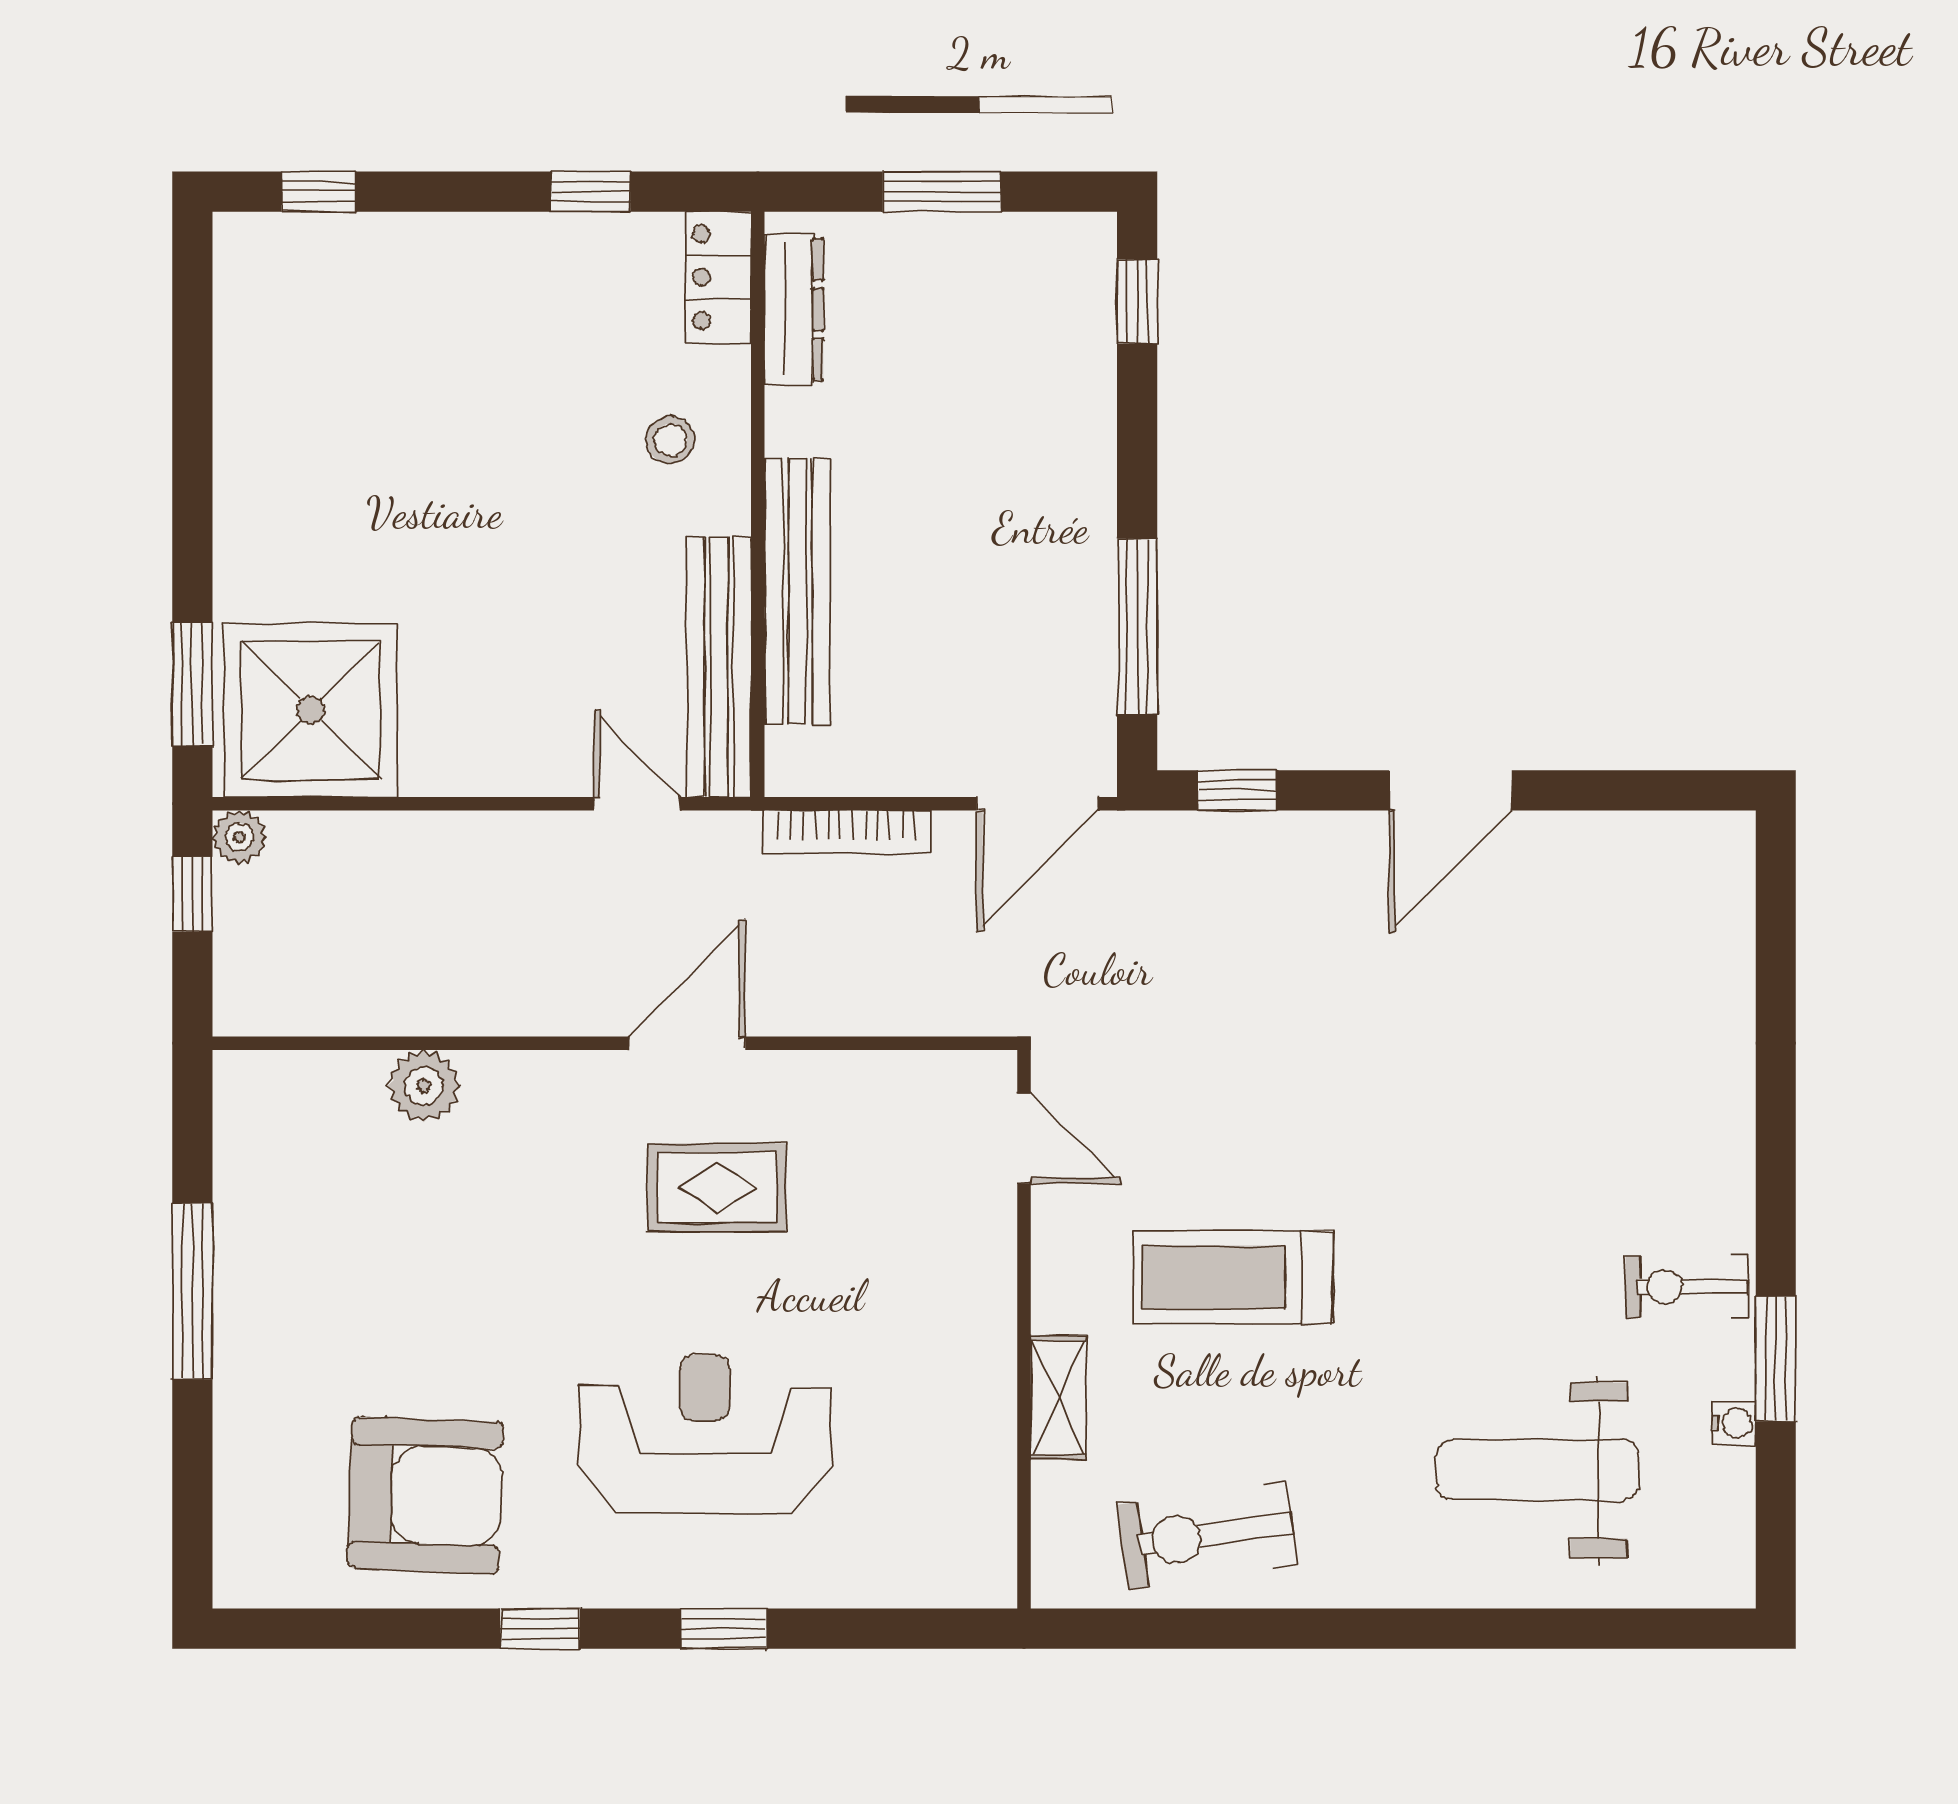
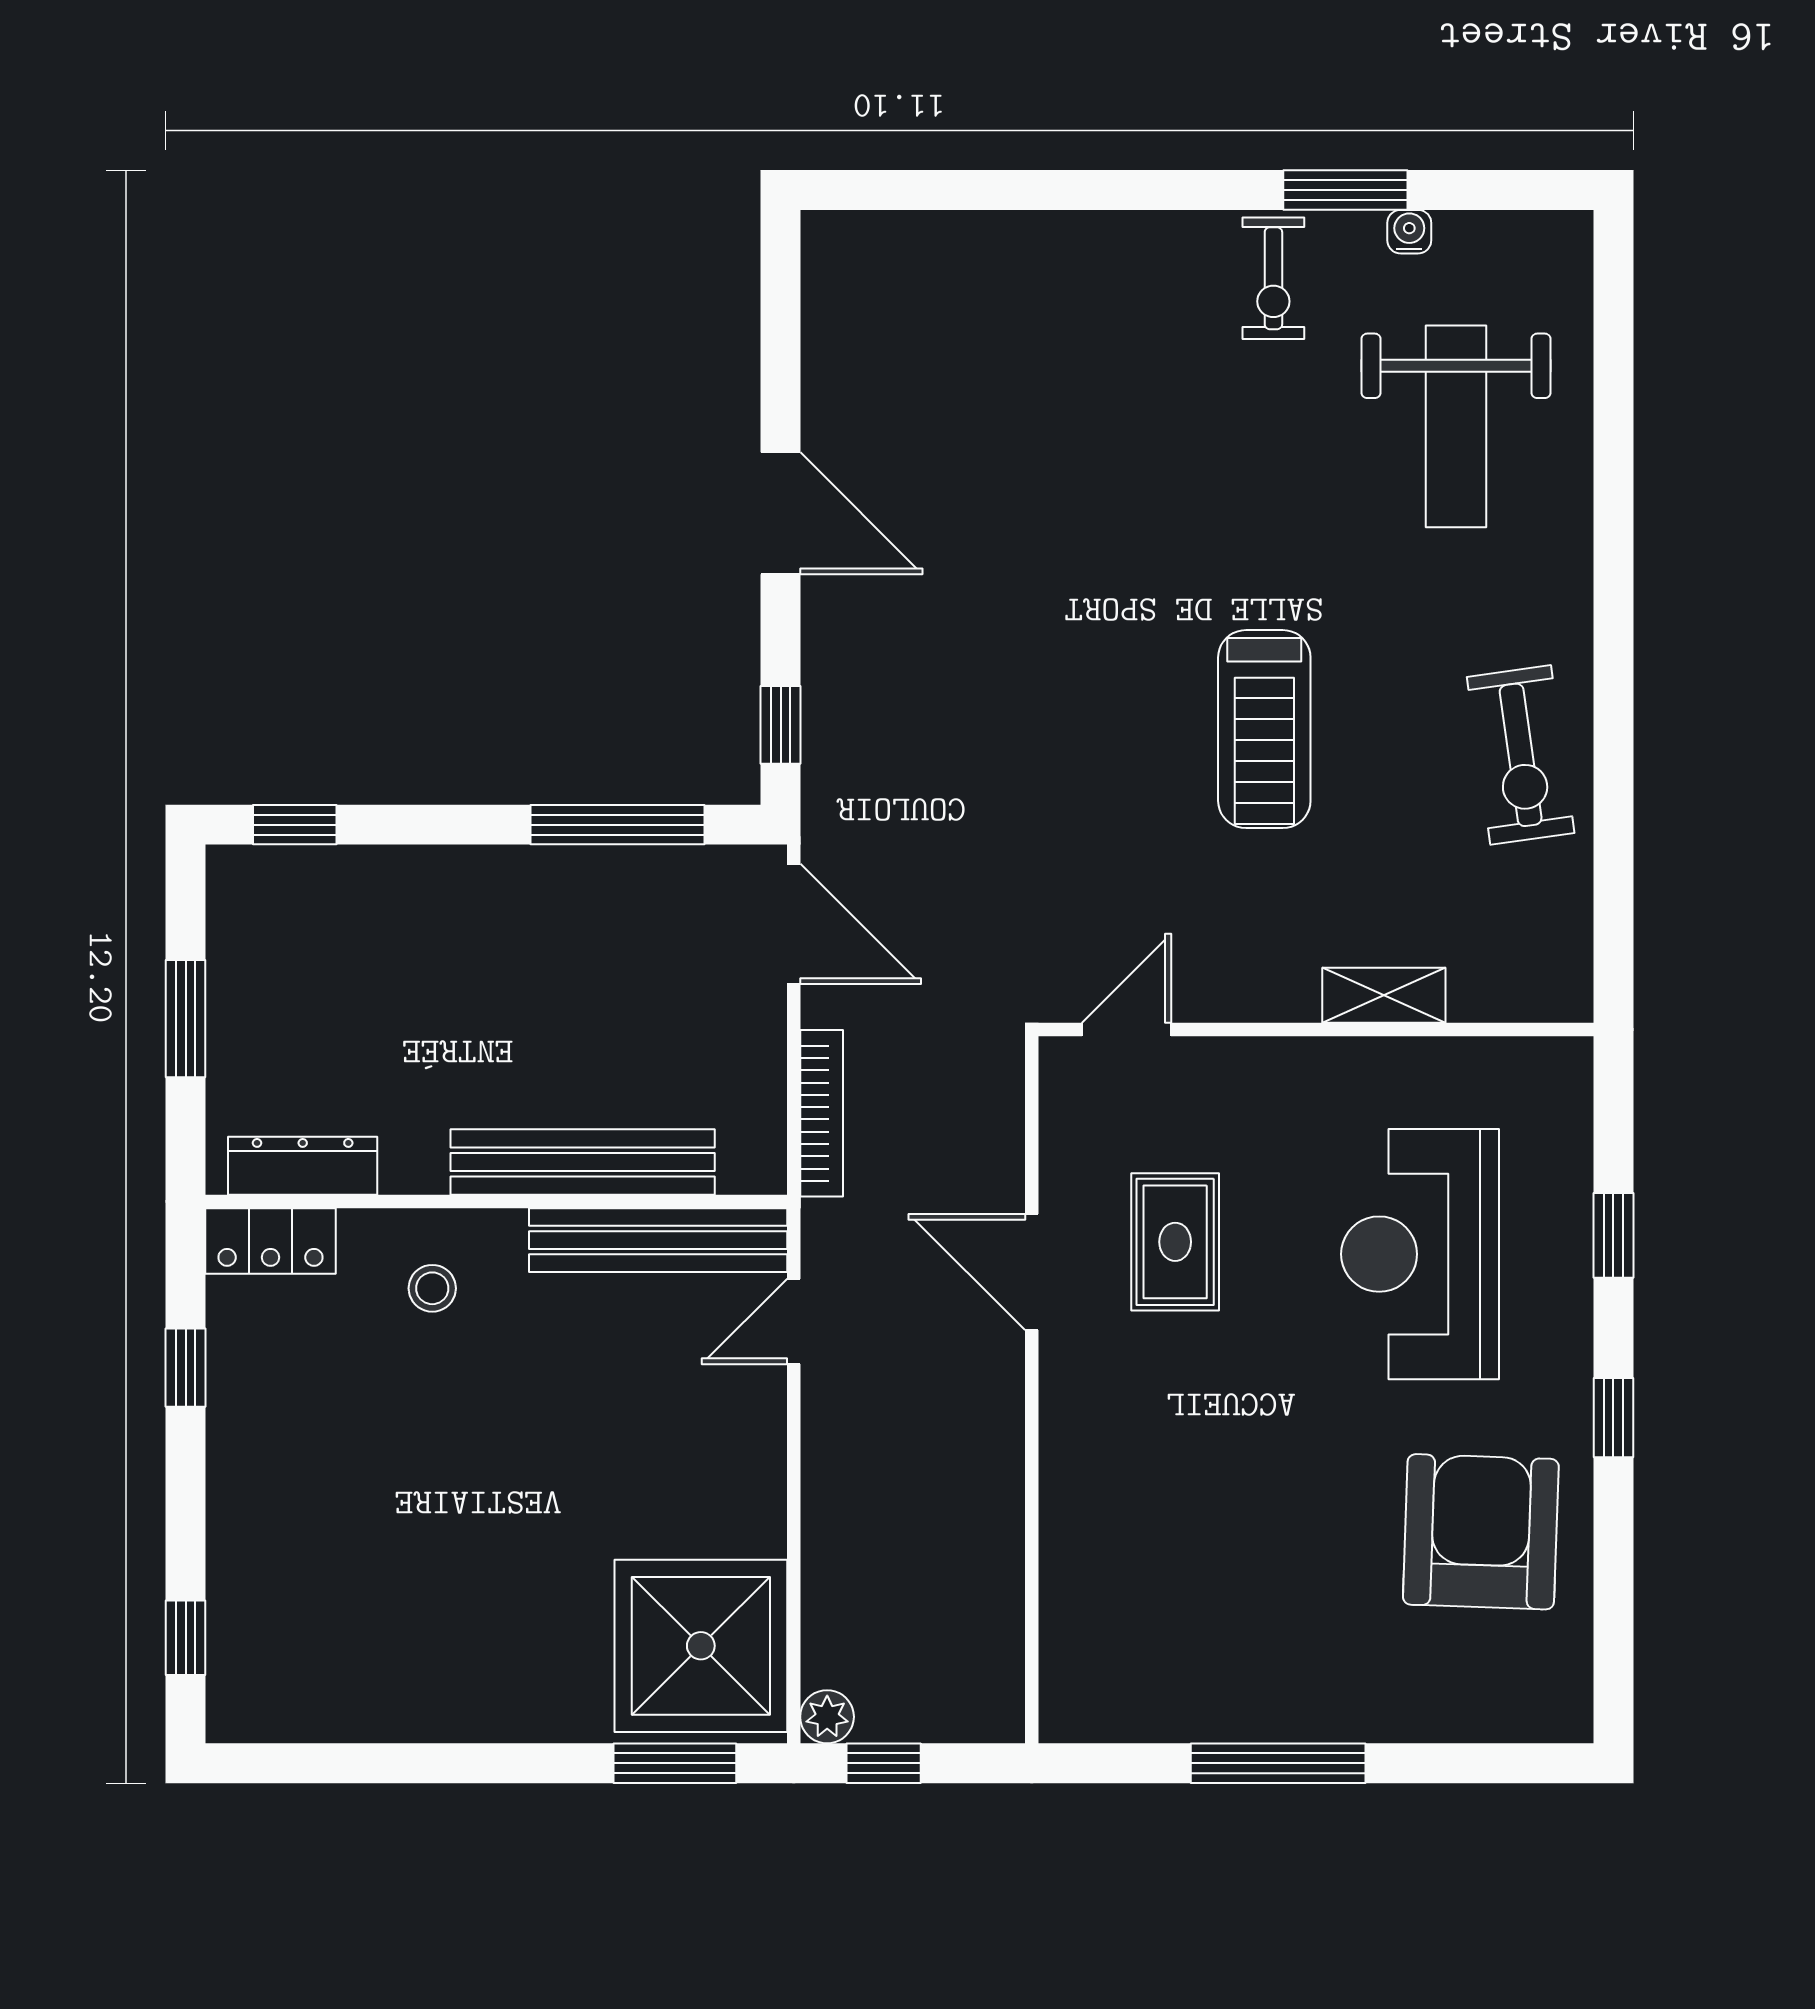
plant: (424, 1086) -> (1074, 1533), removed
door: (1024, 1139) -> (1126, 1030), moved
wall: (1024, 1329) -> (1316, 1030), moved
shelving: (1058, 1398) -> (1384, 995), moved

